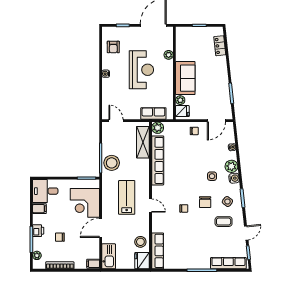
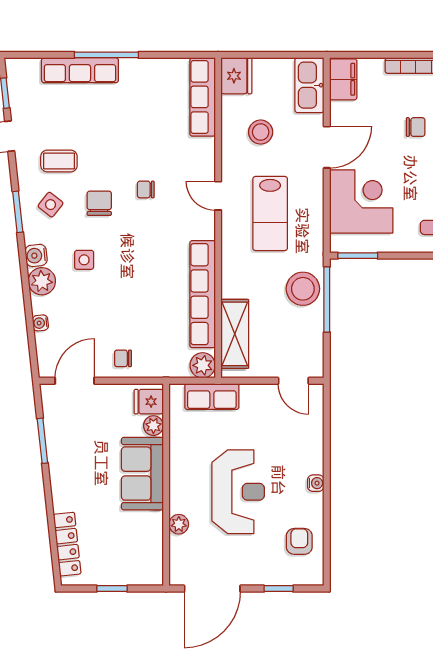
locker: (220, 46) -> (67, 544), width x1.53
reception desk: (141, 70) -> (238, 492), turned 180
stool: (140, 242) -> (261, 132), moved
row of seats: (228, 263) -> (80, 70), moved
filing cabinet: (93, 264) -> (343, 79), width x2.00

